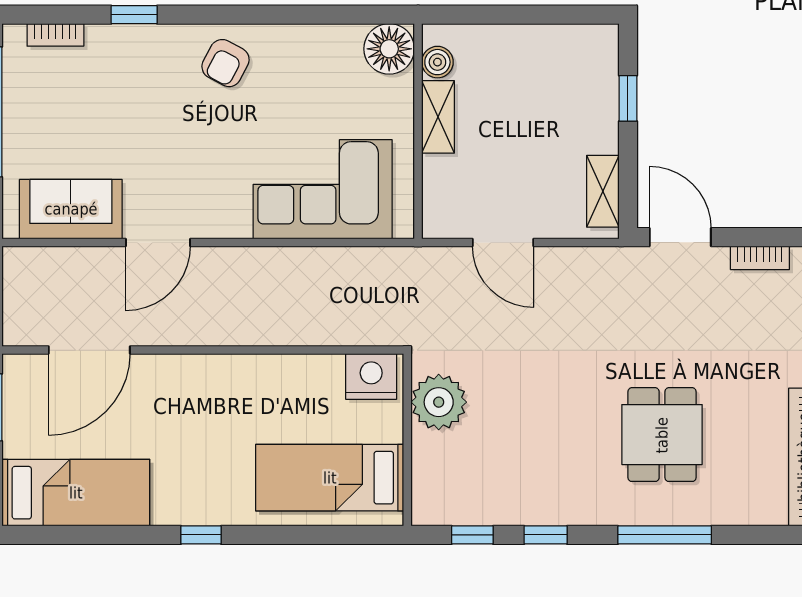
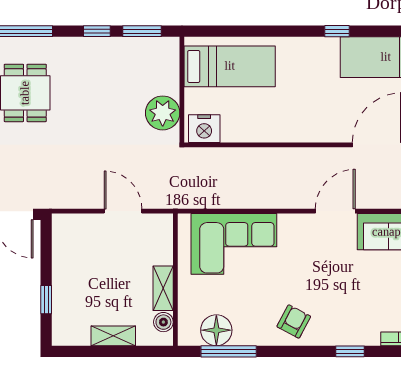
window: (331, 15) -> (229, 351), added
floor lamp: (389, 49) -> (216, 330), moved
shelving: (603, 191) -> (113, 336), moved, turned 90
window: (201, 535) -> (337, 31), moved
window: (472, 535) -> (142, 31), width x1.50

